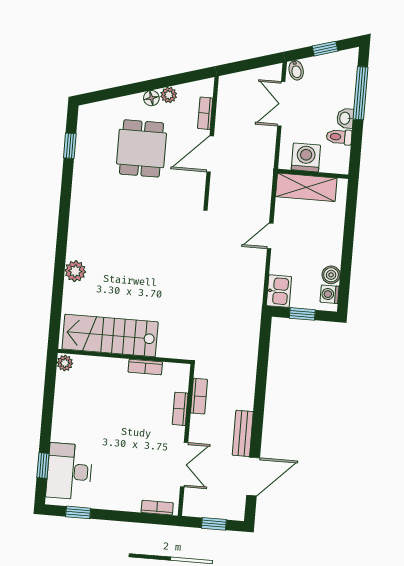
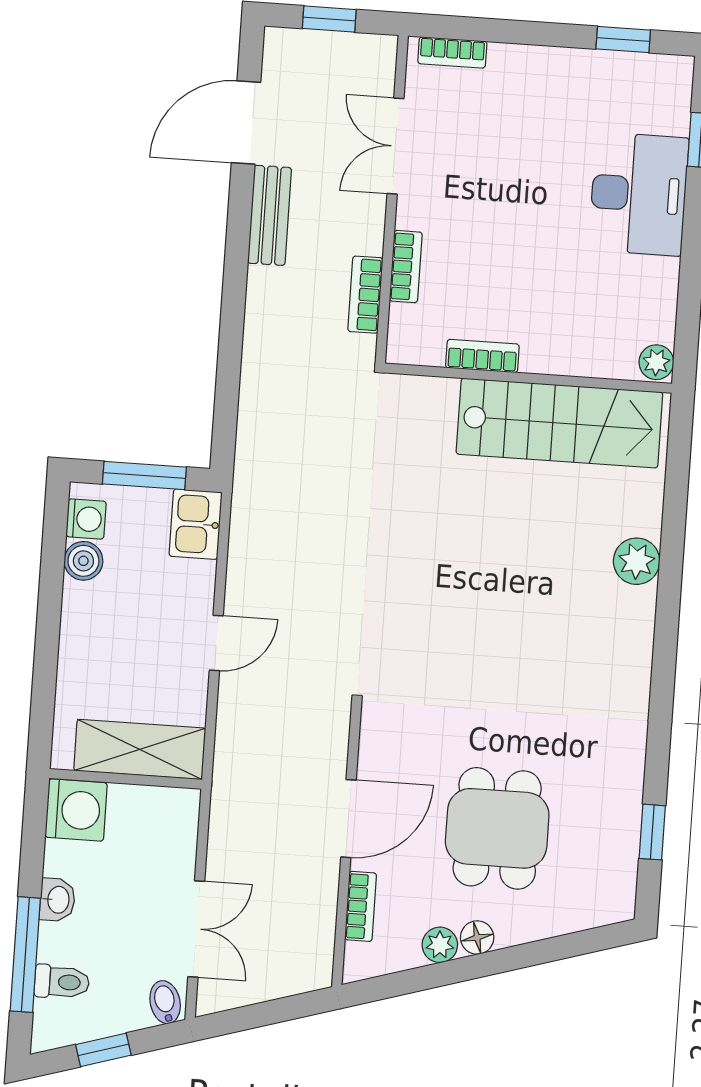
toilet: (339, 137) -> (62, 982), moved
washing machine: (306, 157) -> (76, 810), moved, turned -90
window: (302, 314) -> (144, 475), width x1.50
desk: (69, 471) -> (639, 194), moved

